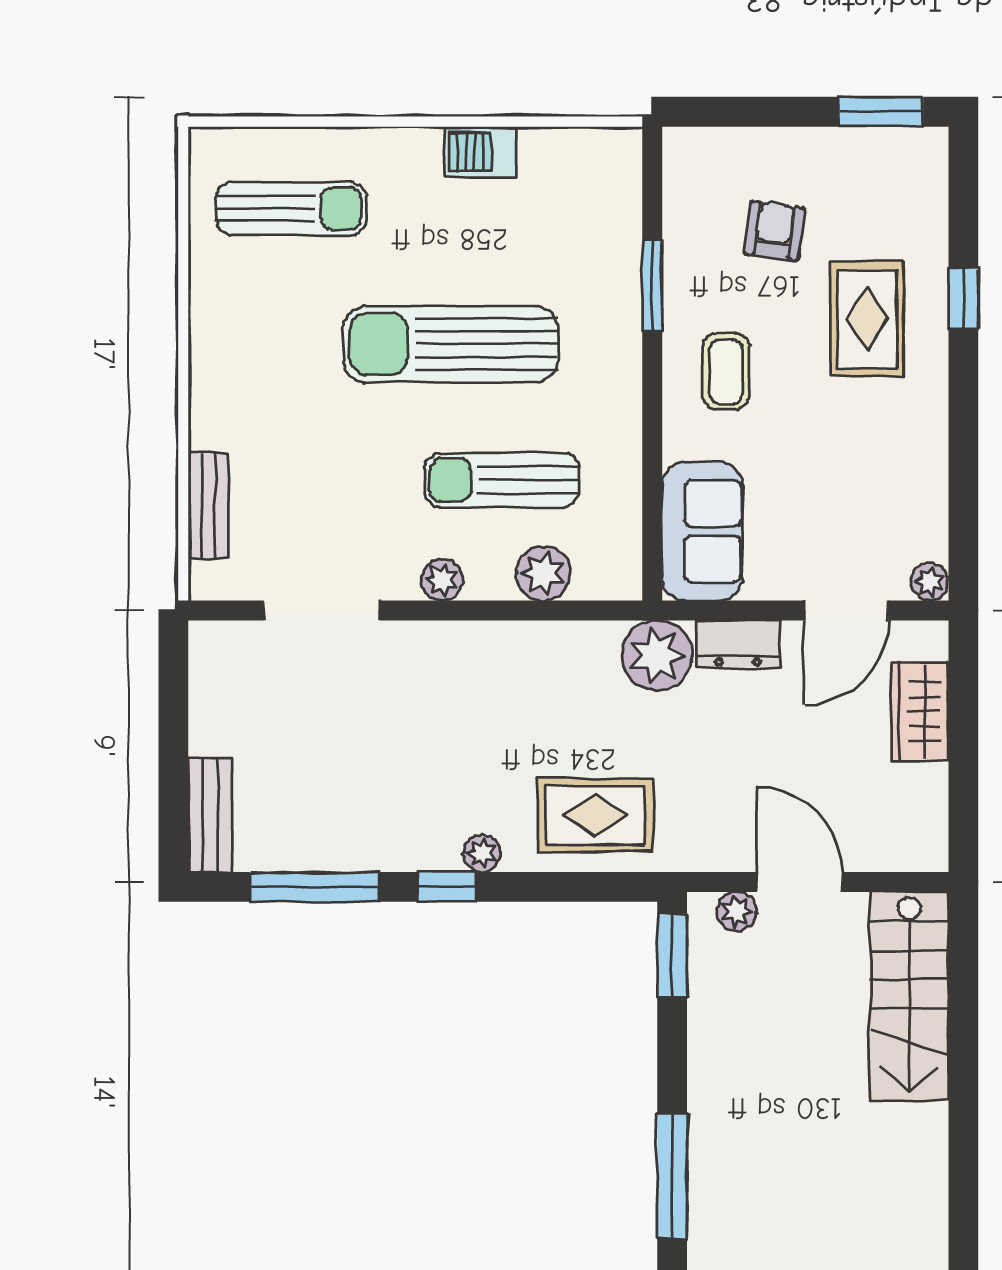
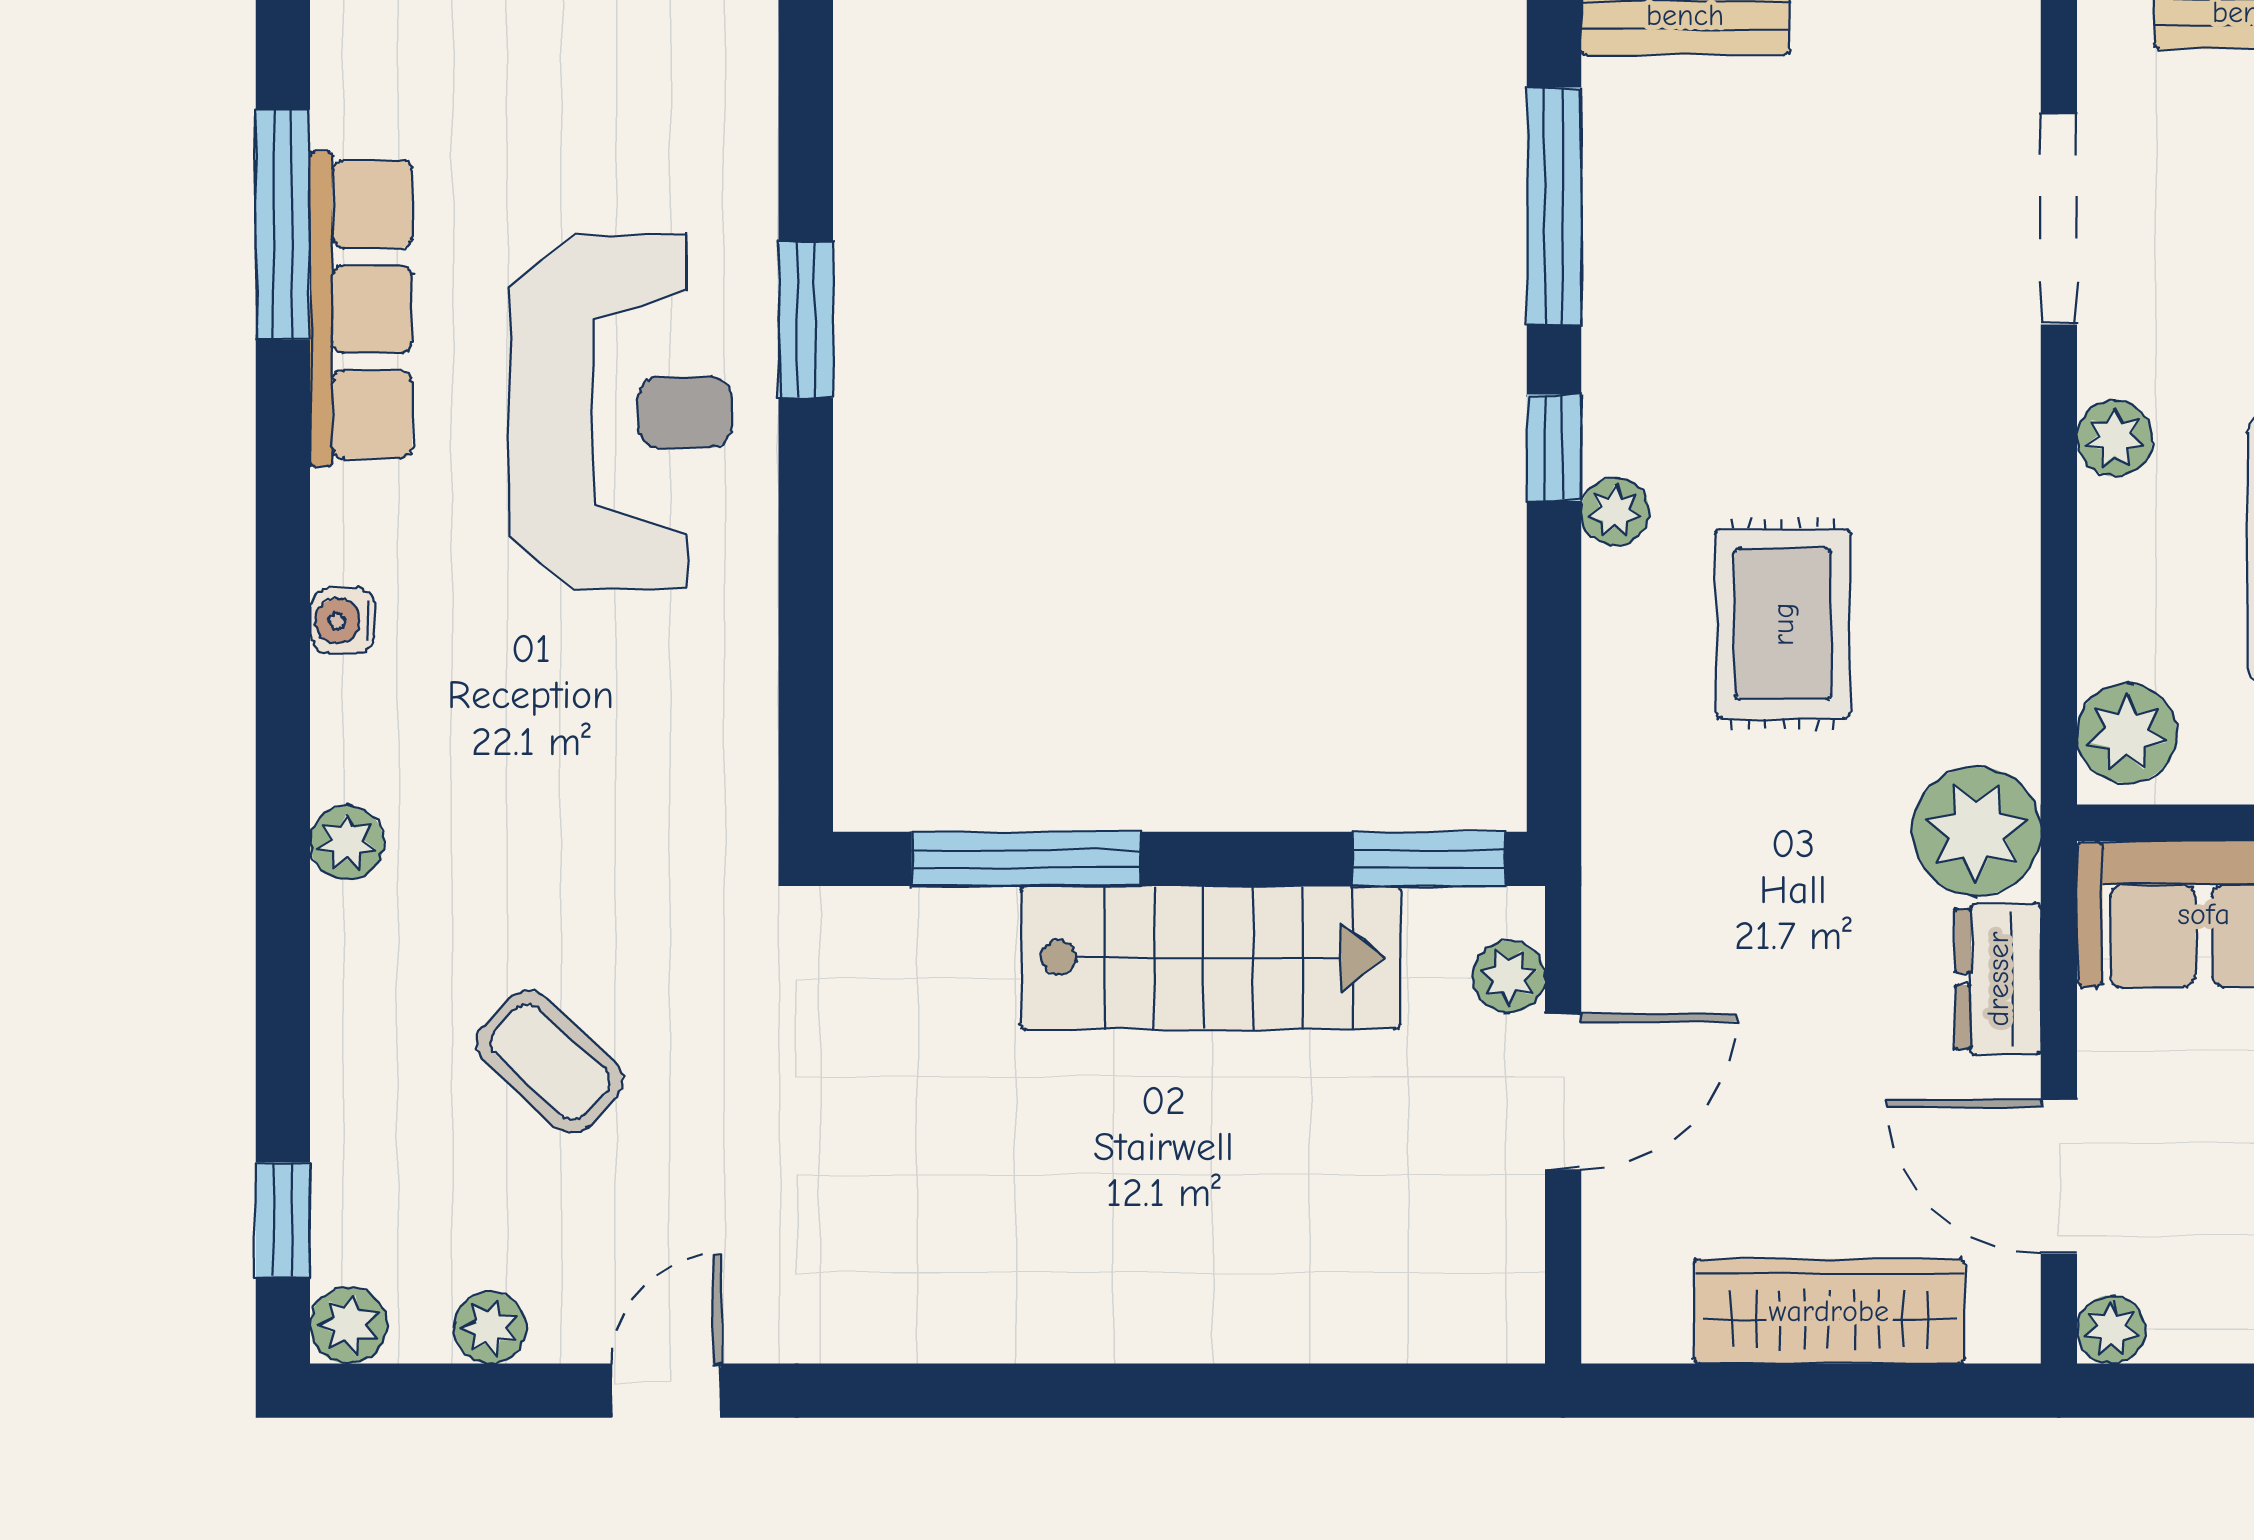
plant: (543, 573) -> (2127, 733), moved
wardrobe: (920, 711) -> (1829, 1311), width x1.50
rug: (595, 815) -> (1783, 624), moved
stairs: (909, 996) -> (1211, 958), moved, turned 180

